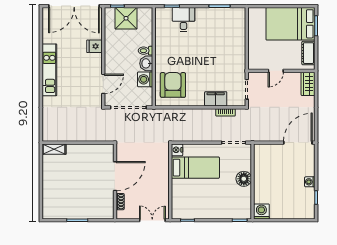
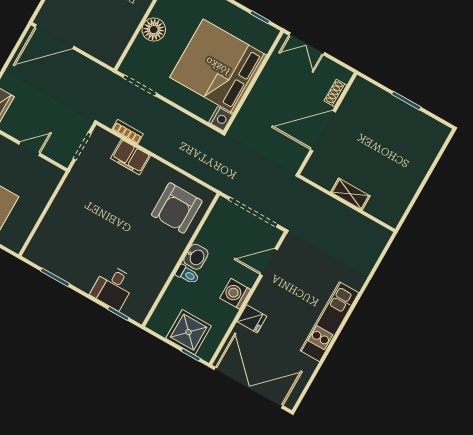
washing machine: (145, 79) -> (235, 294), moved, turned 180
shelving: (54, 149) -> (350, 194), moved
bed: (195, 168) -> (218, 66), width x2.04

